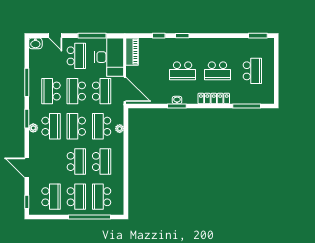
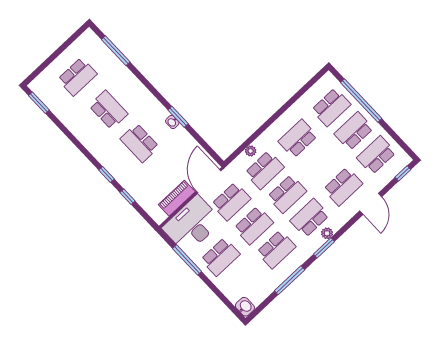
door: (55, 36) -> (220, 295), removed
piano: (132, 52) -> (177, 198), moved
school desk: (76, 56) -> (220, 257), turned 180
school desk: (183, 71) -> (140, 143), turned 180
school desk: (252, 71) -> (77, 77), turned 180
school desk: (102, 91) -> (231, 201), turned 180
locker: (214, 99) -> (138, 88), removed
school desk: (76, 161) -> (343, 187), moved, turned 180

